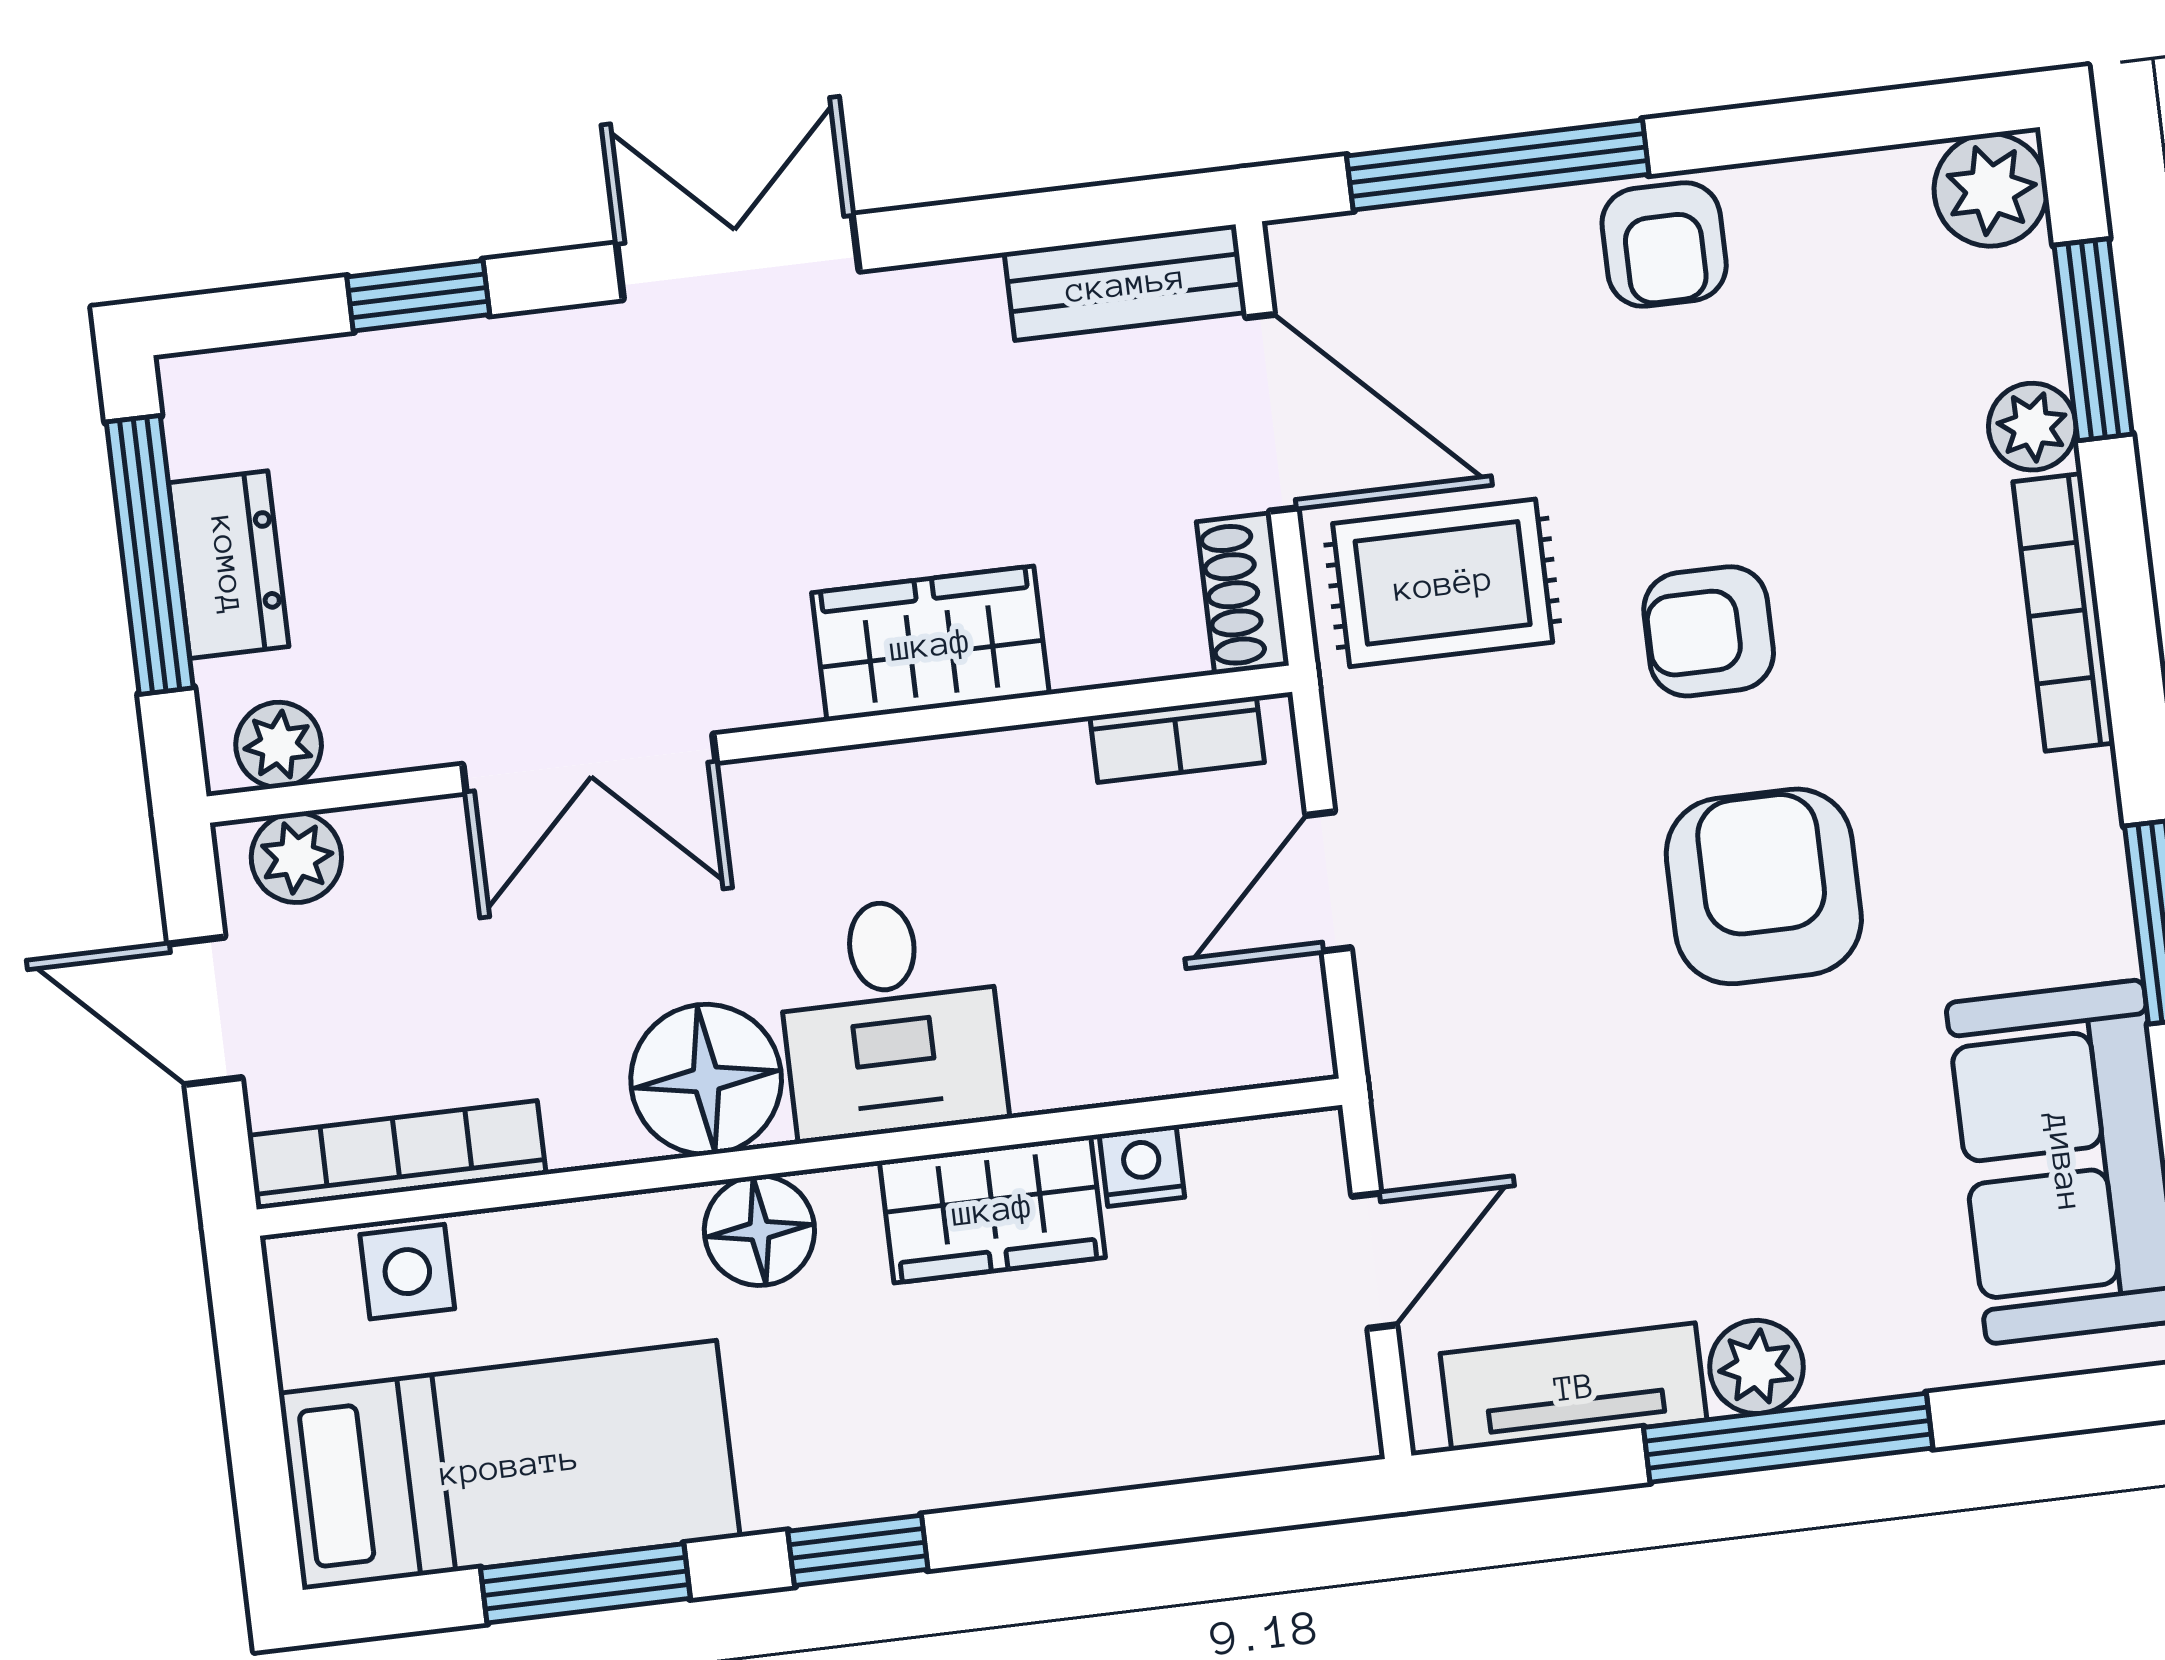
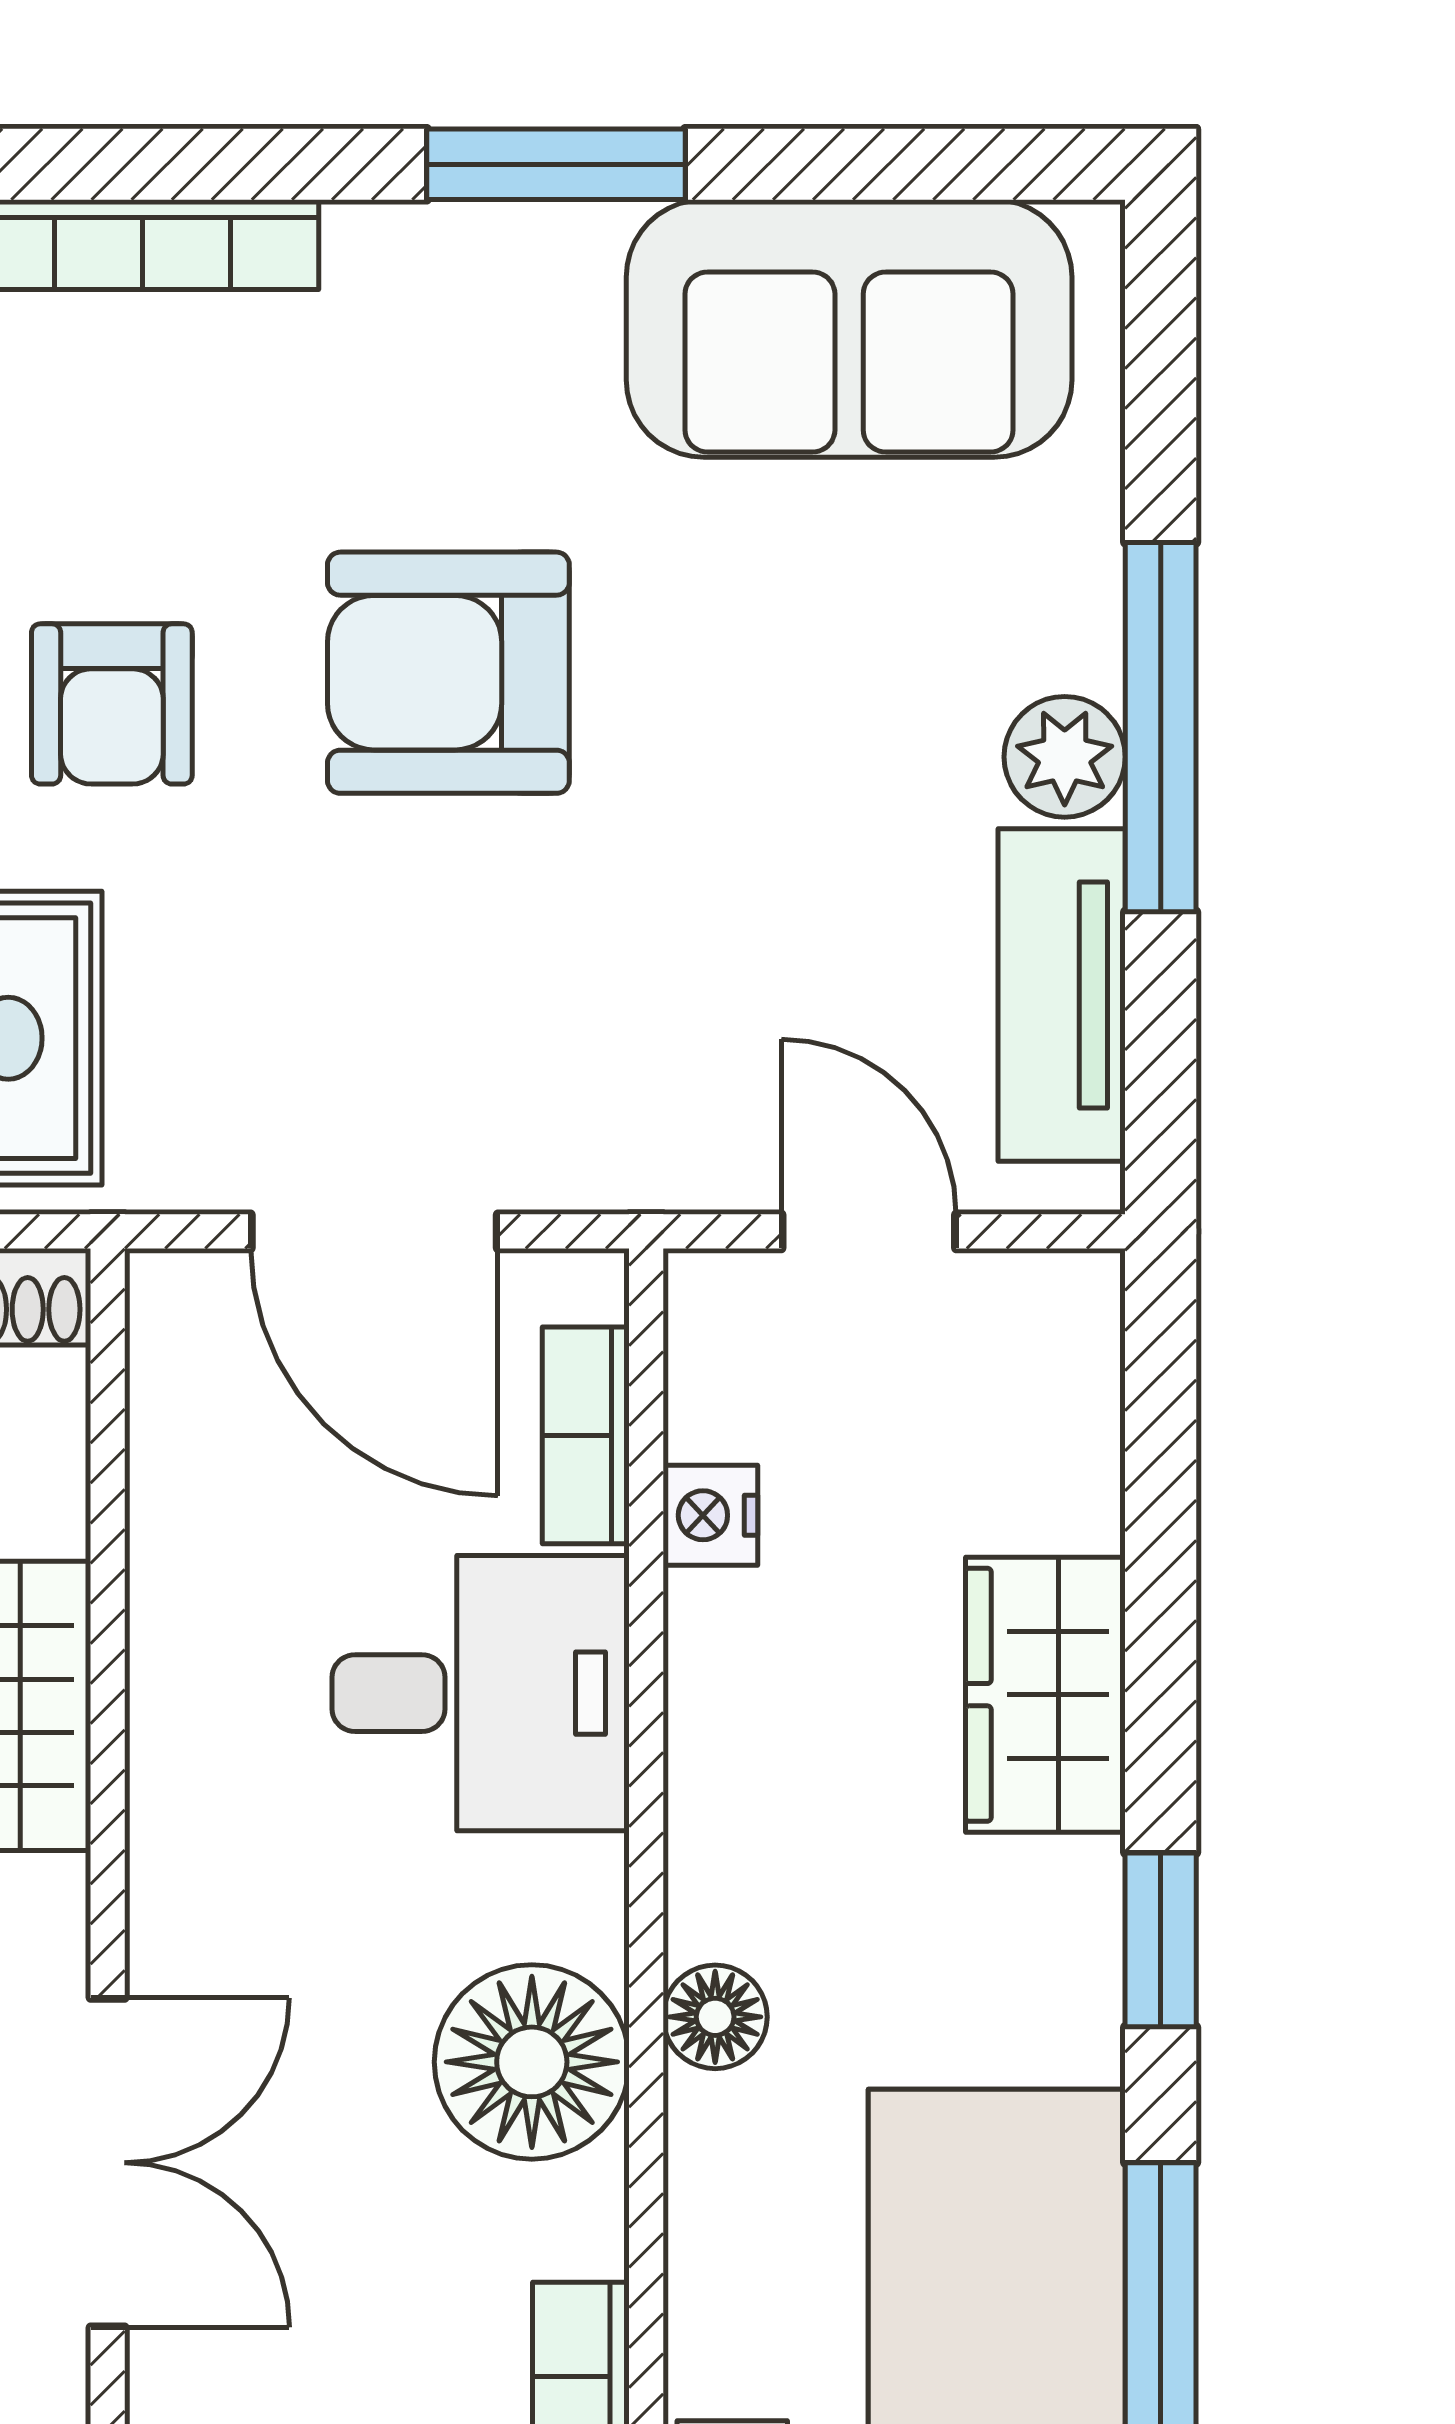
bookcase: (1177, 739) -> (586, 1435), moved, turned 180
door: (1328, 881) -> (374, 1231), width x1.37
desk: (890, 1017) -> (481, 1693), moved
wardrobe: (992, 1209) -> (1045, 1695), moved, turned 180
floor lamp: (759, 1231) -> (715, 2017), width x0.73, depth x0.73

